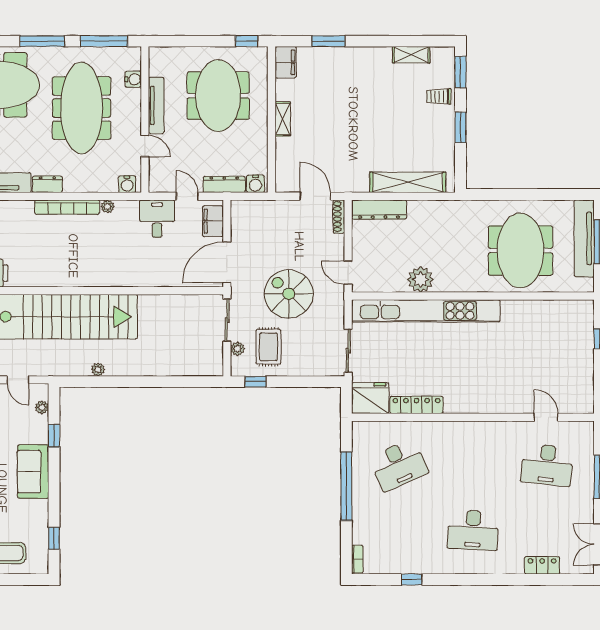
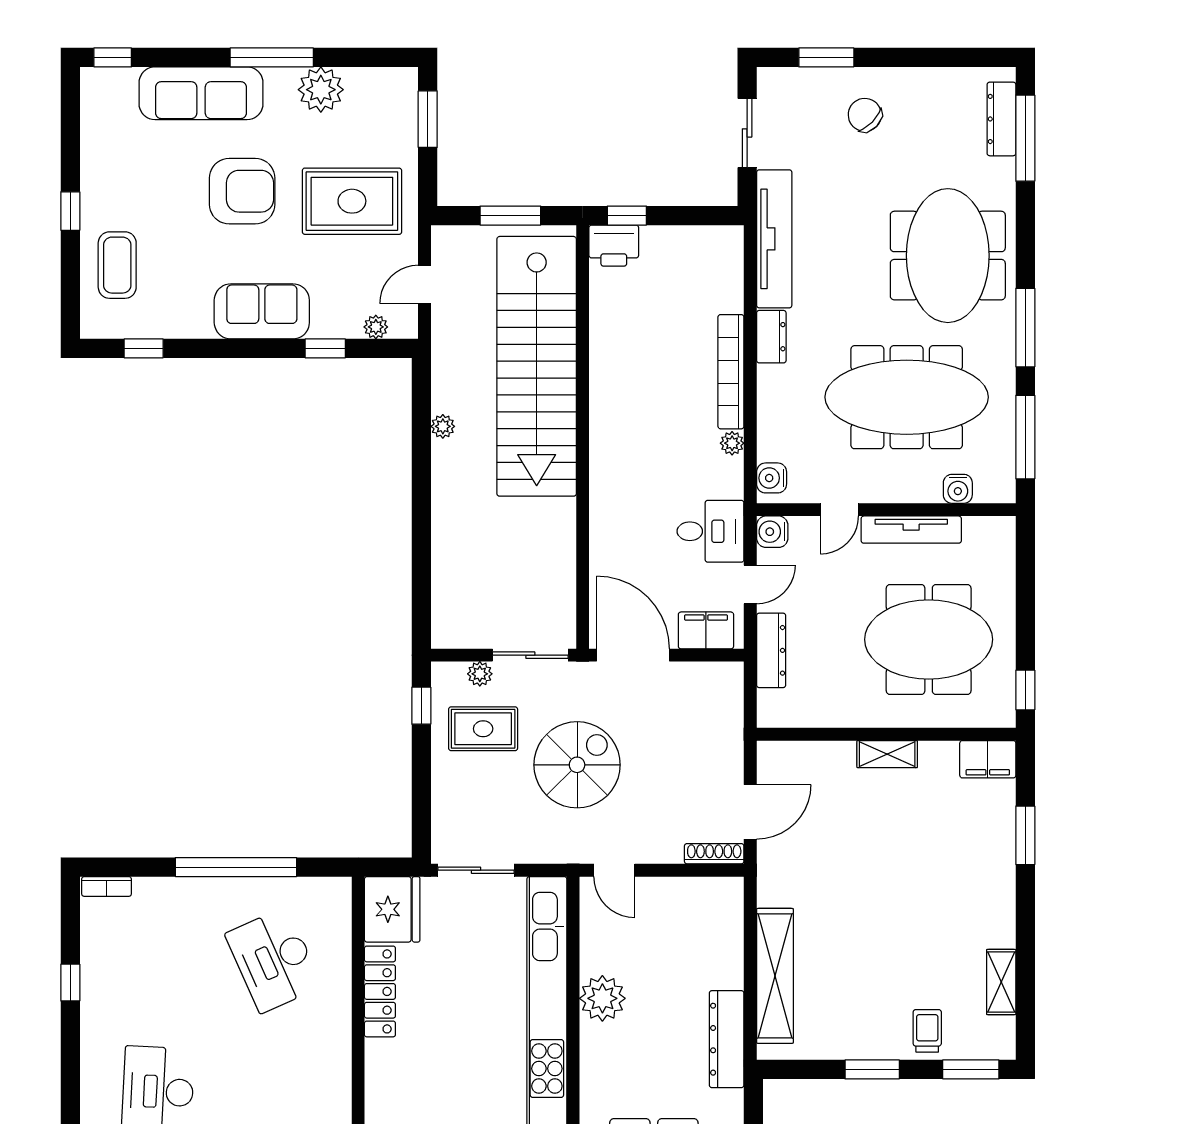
water cooler: (255, 184) -> (772, 532), moved
dresser: (379, 210) -> (727, 1039), moved
door: (348, 273) -> (614, 870), swing flipped

